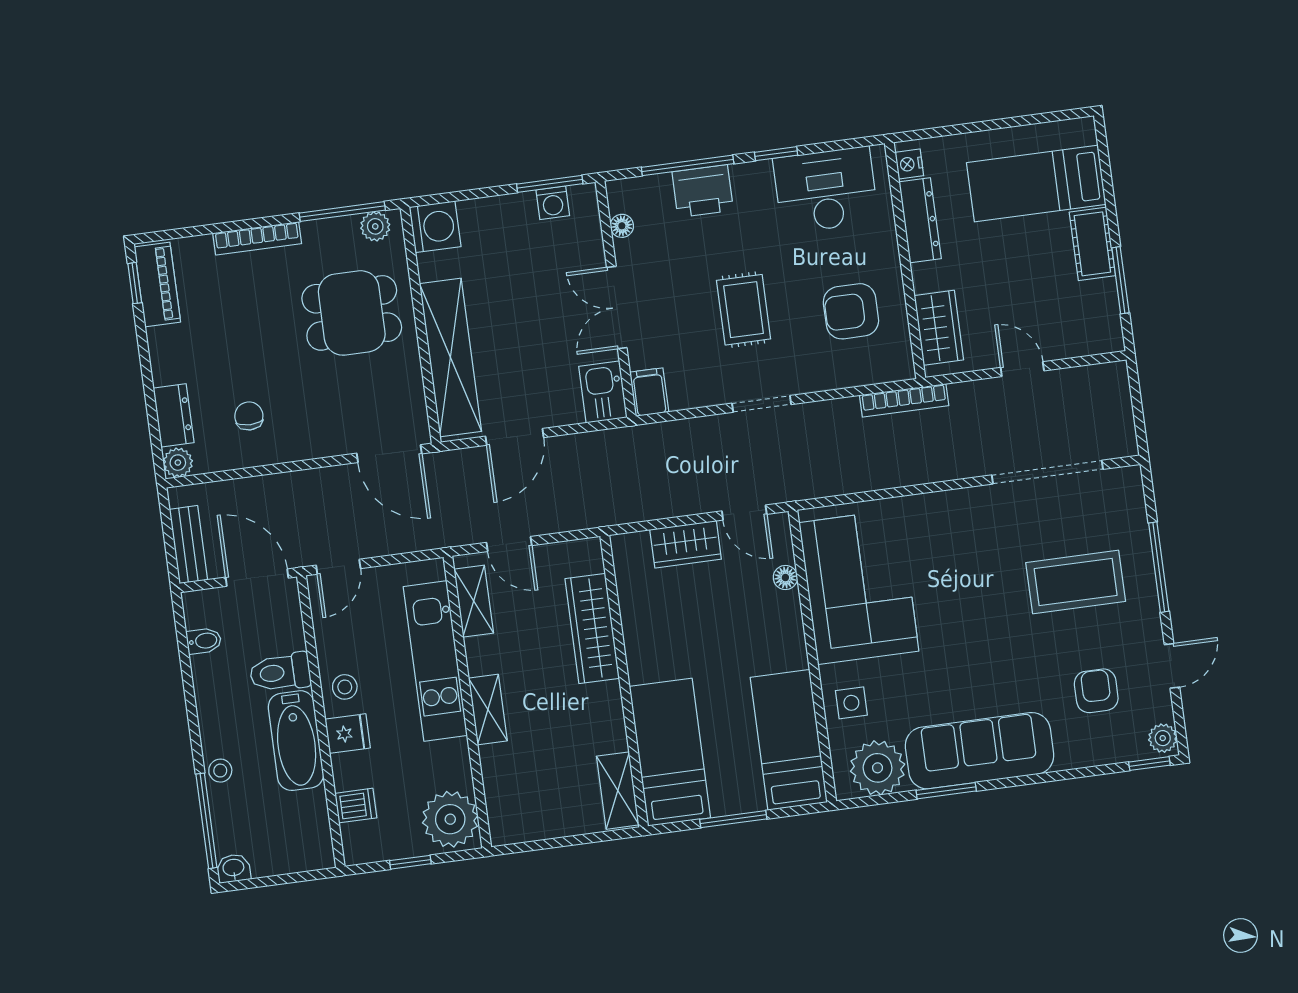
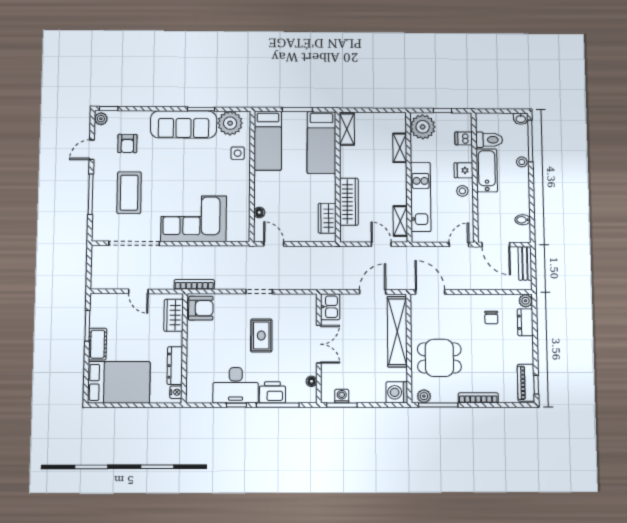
bed: (1036, 183) -> (119, 382), width x1.50
desk: (826, 190) -> (236, 385), moved
armchair: (851, 311) -> (201, 308), moved
filing cabinet: (649, 392) -> (309, 304), removed
wardrobe: (686, 544) -> (327, 218), moved, turned -90
coffee table: (1076, 582) -> (129, 193), turned 90
corner sofa: (859, 587) -> (194, 219), moved, turned 90
toilet: (280, 672) -> (489, 140), moved
shelving: (488, 709) -> (400, 148), moved

